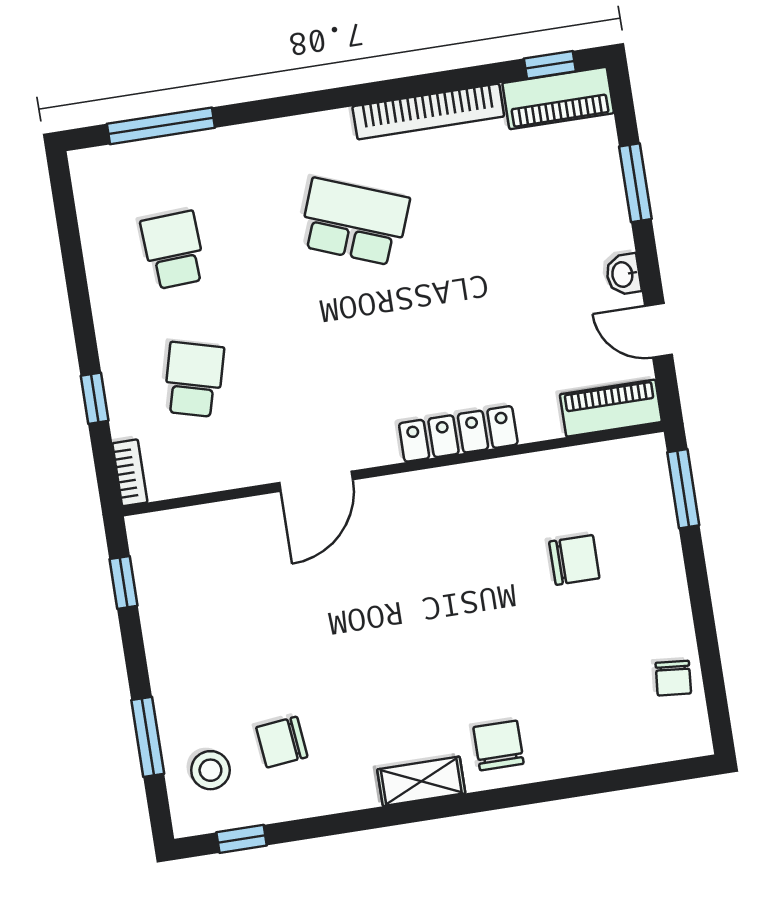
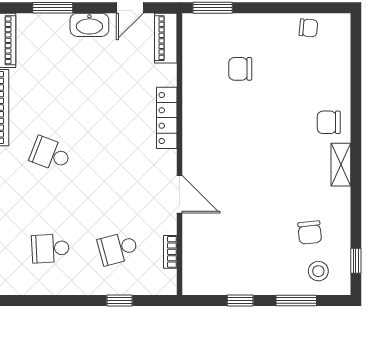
school desk: (354, 222) -> (50, 154), width x0.54
washbasin: (623, 274) -> (89, 25), width x1.91, depth x1.45
school desk: (194, 380) -> (118, 248), turned -30
bookcase: (130, 473) -> (170, 252), moved, turned -90
chair: (574, 560) -> (240, 69), turned -90
window: (124, 582) -> (240, 300), moved

